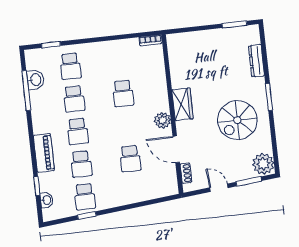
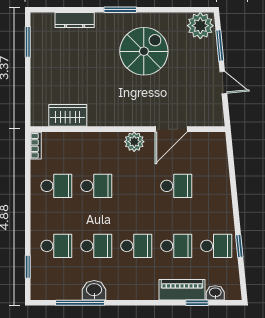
school desk: (119, 61) -> (56, 186), added
washbasin: (35, 80) -> (94, 290), moved
wardrobe: (183, 104) -> (68, 115), moved
spiral stairs: (237, 120) -> (144, 51), turned -90
piano: (44, 153) -> (182, 290), moved
shoe rack: (186, 173) -> (201, 121), removed
door: (219, 188) -> (223, 83), swing flipped

